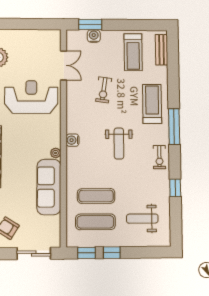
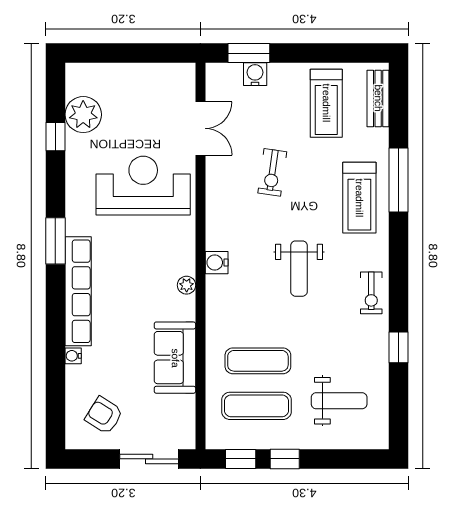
treadmill: (152, 104) -> (359, 198), turned 180
window: (174, 127) -> (399, 180), moved
sofa: (49, 187) -> (175, 358), width x0.73
weight bench: (142, 219) -> (339, 401), turned 180

